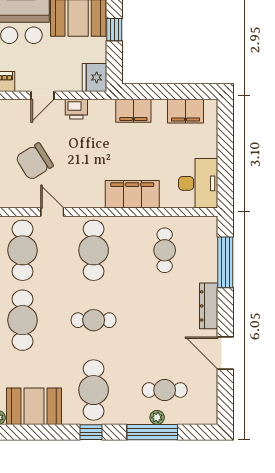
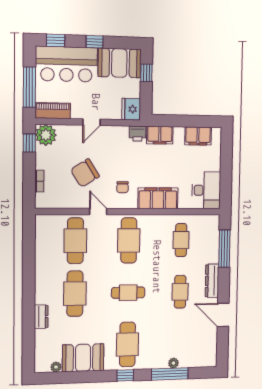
printer: (76, 109) -> (138, 134), moved
chair: (84, 180) -> (123, 187), added
cafe table: (165, 390) -> (180, 292), moved, turned 90

